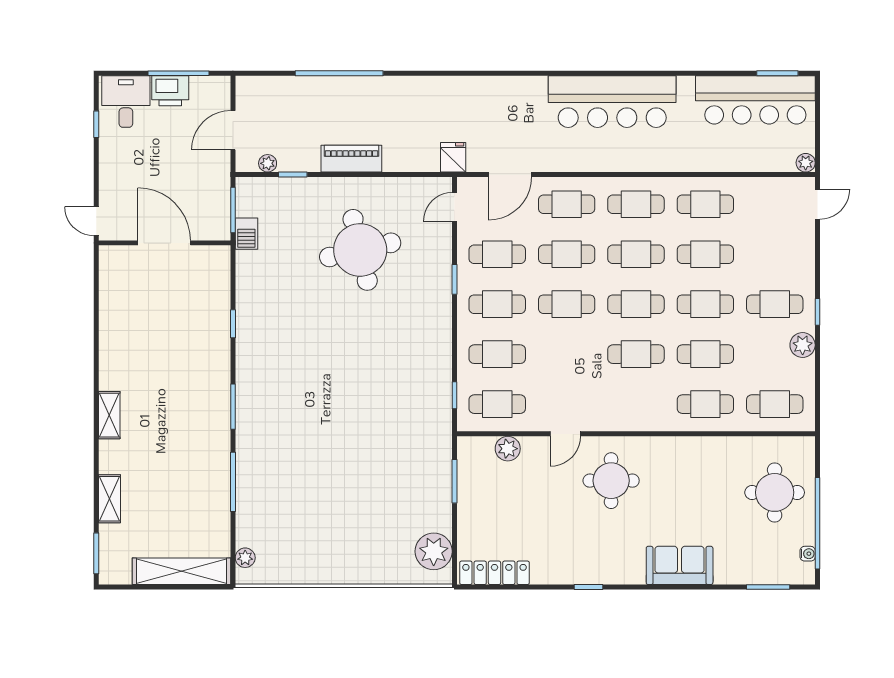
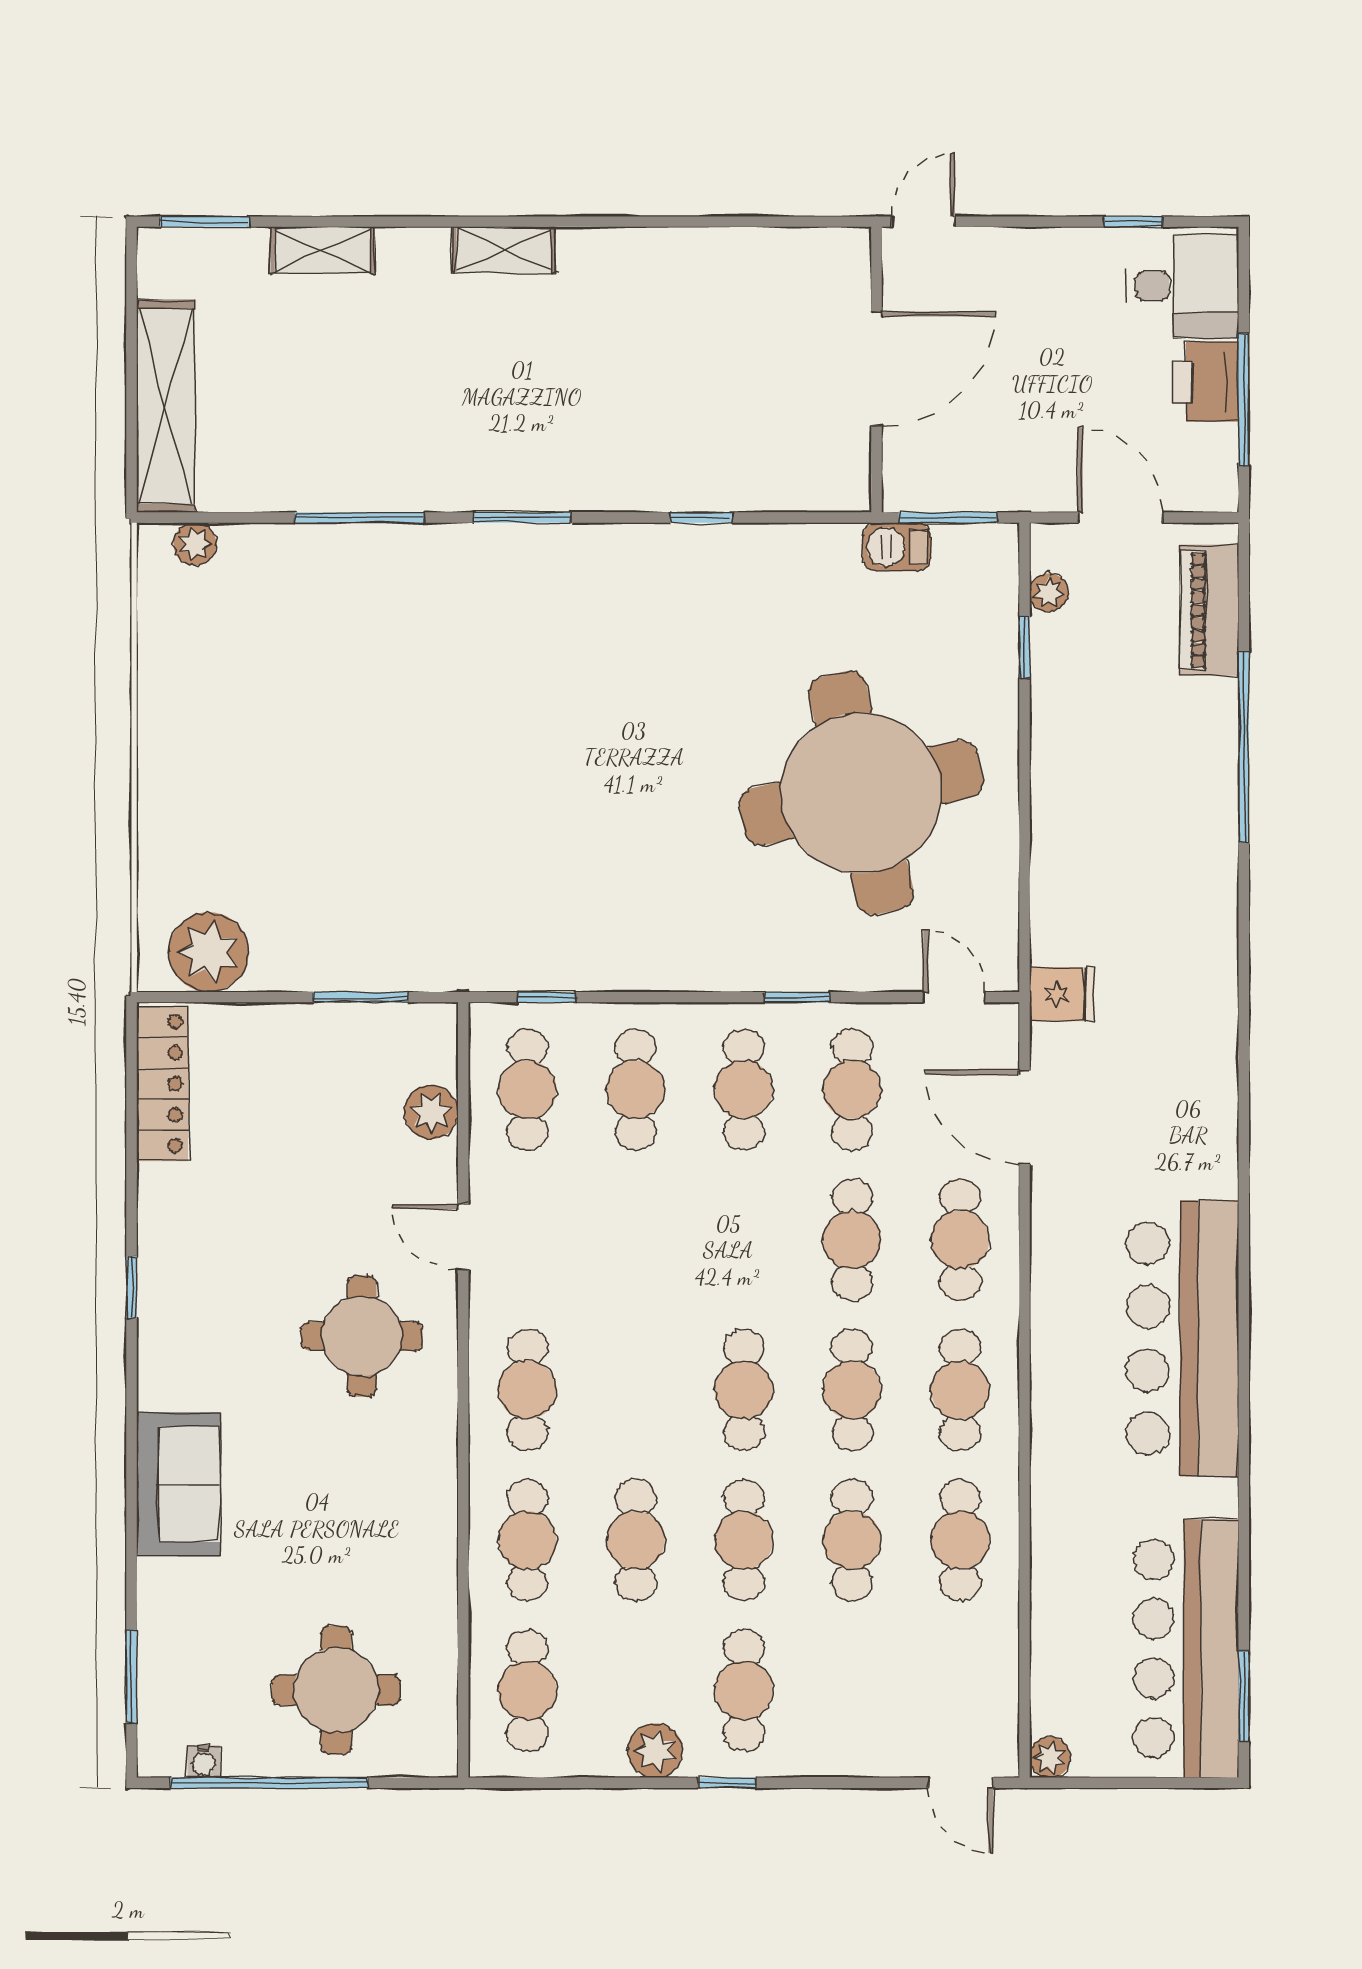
piano: (351, 159) -> (1209, 610), moved, turned 180
round table: (360, 250) -> (861, 793), width x1.36, depth x1.36
cafe table: (567, 304) -> (744, 1240), removed
cafe table: (636, 354) -> (527, 1390), moved

